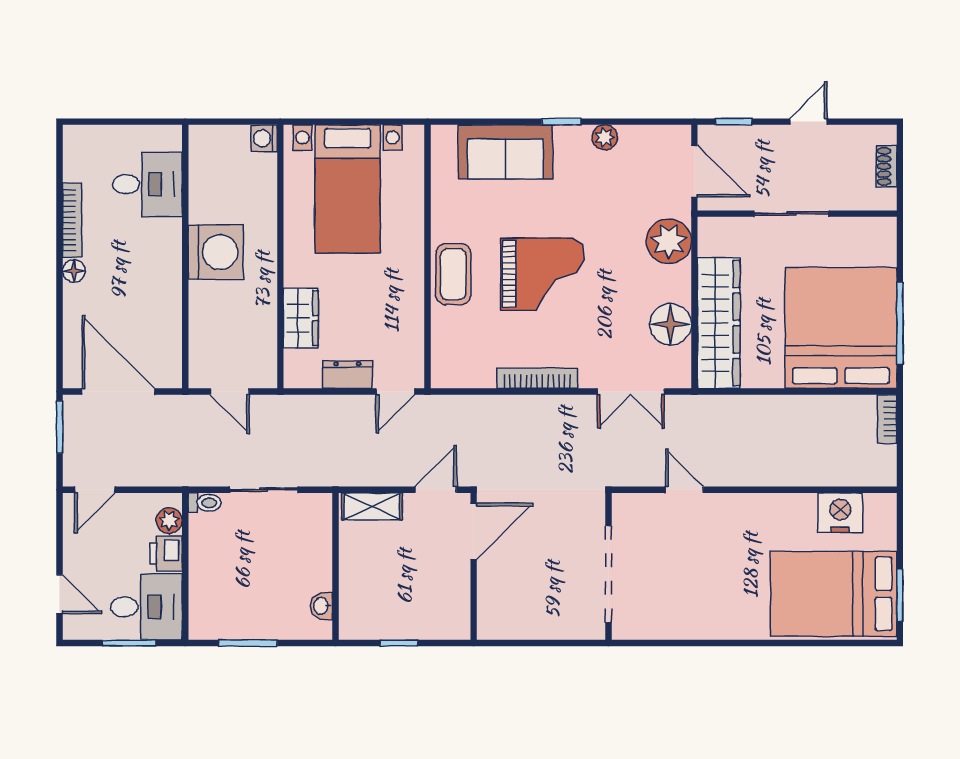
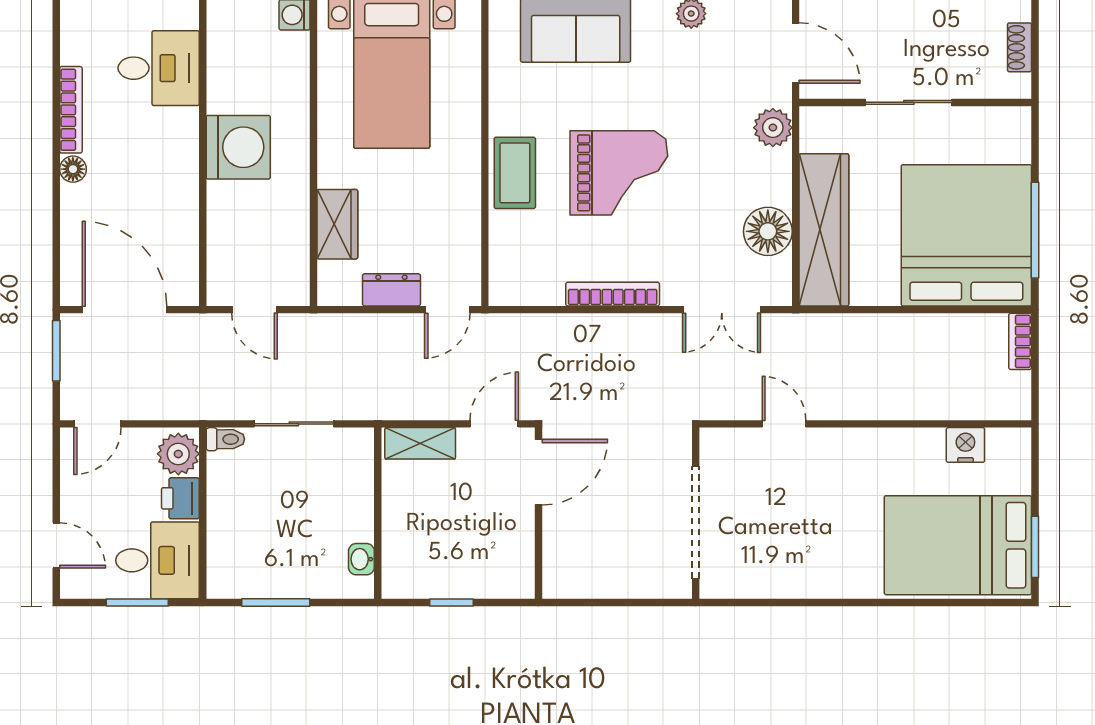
plant: (669, 241) -> (773, 128), width x0.73, depth x0.73
nightstand: (840, 513) -> (965, 445), width x0.74, depth x0.75
plant: (169, 520) -> (178, 454), width x1.38, depth x1.38

